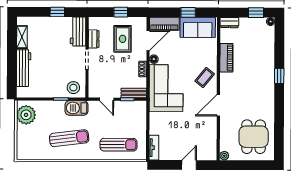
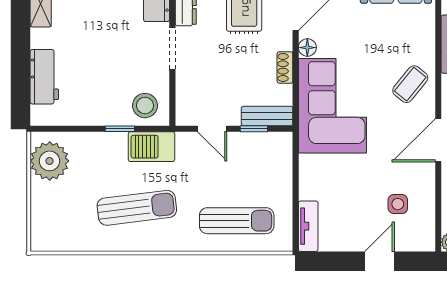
workbench: (24, 68) -> (44, 77), width x0.73
side table: (198, 137) -> (398, 204), added

